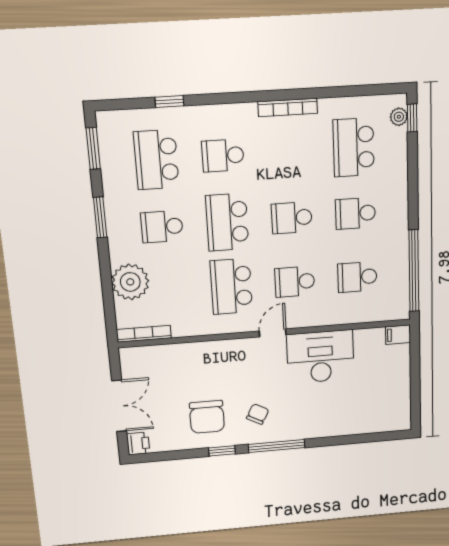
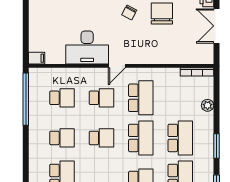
school desk: (162, 227) -> (180, 138), width x1.85
plant: (130, 282) -> (208, 105), width x0.53, depth x0.53

